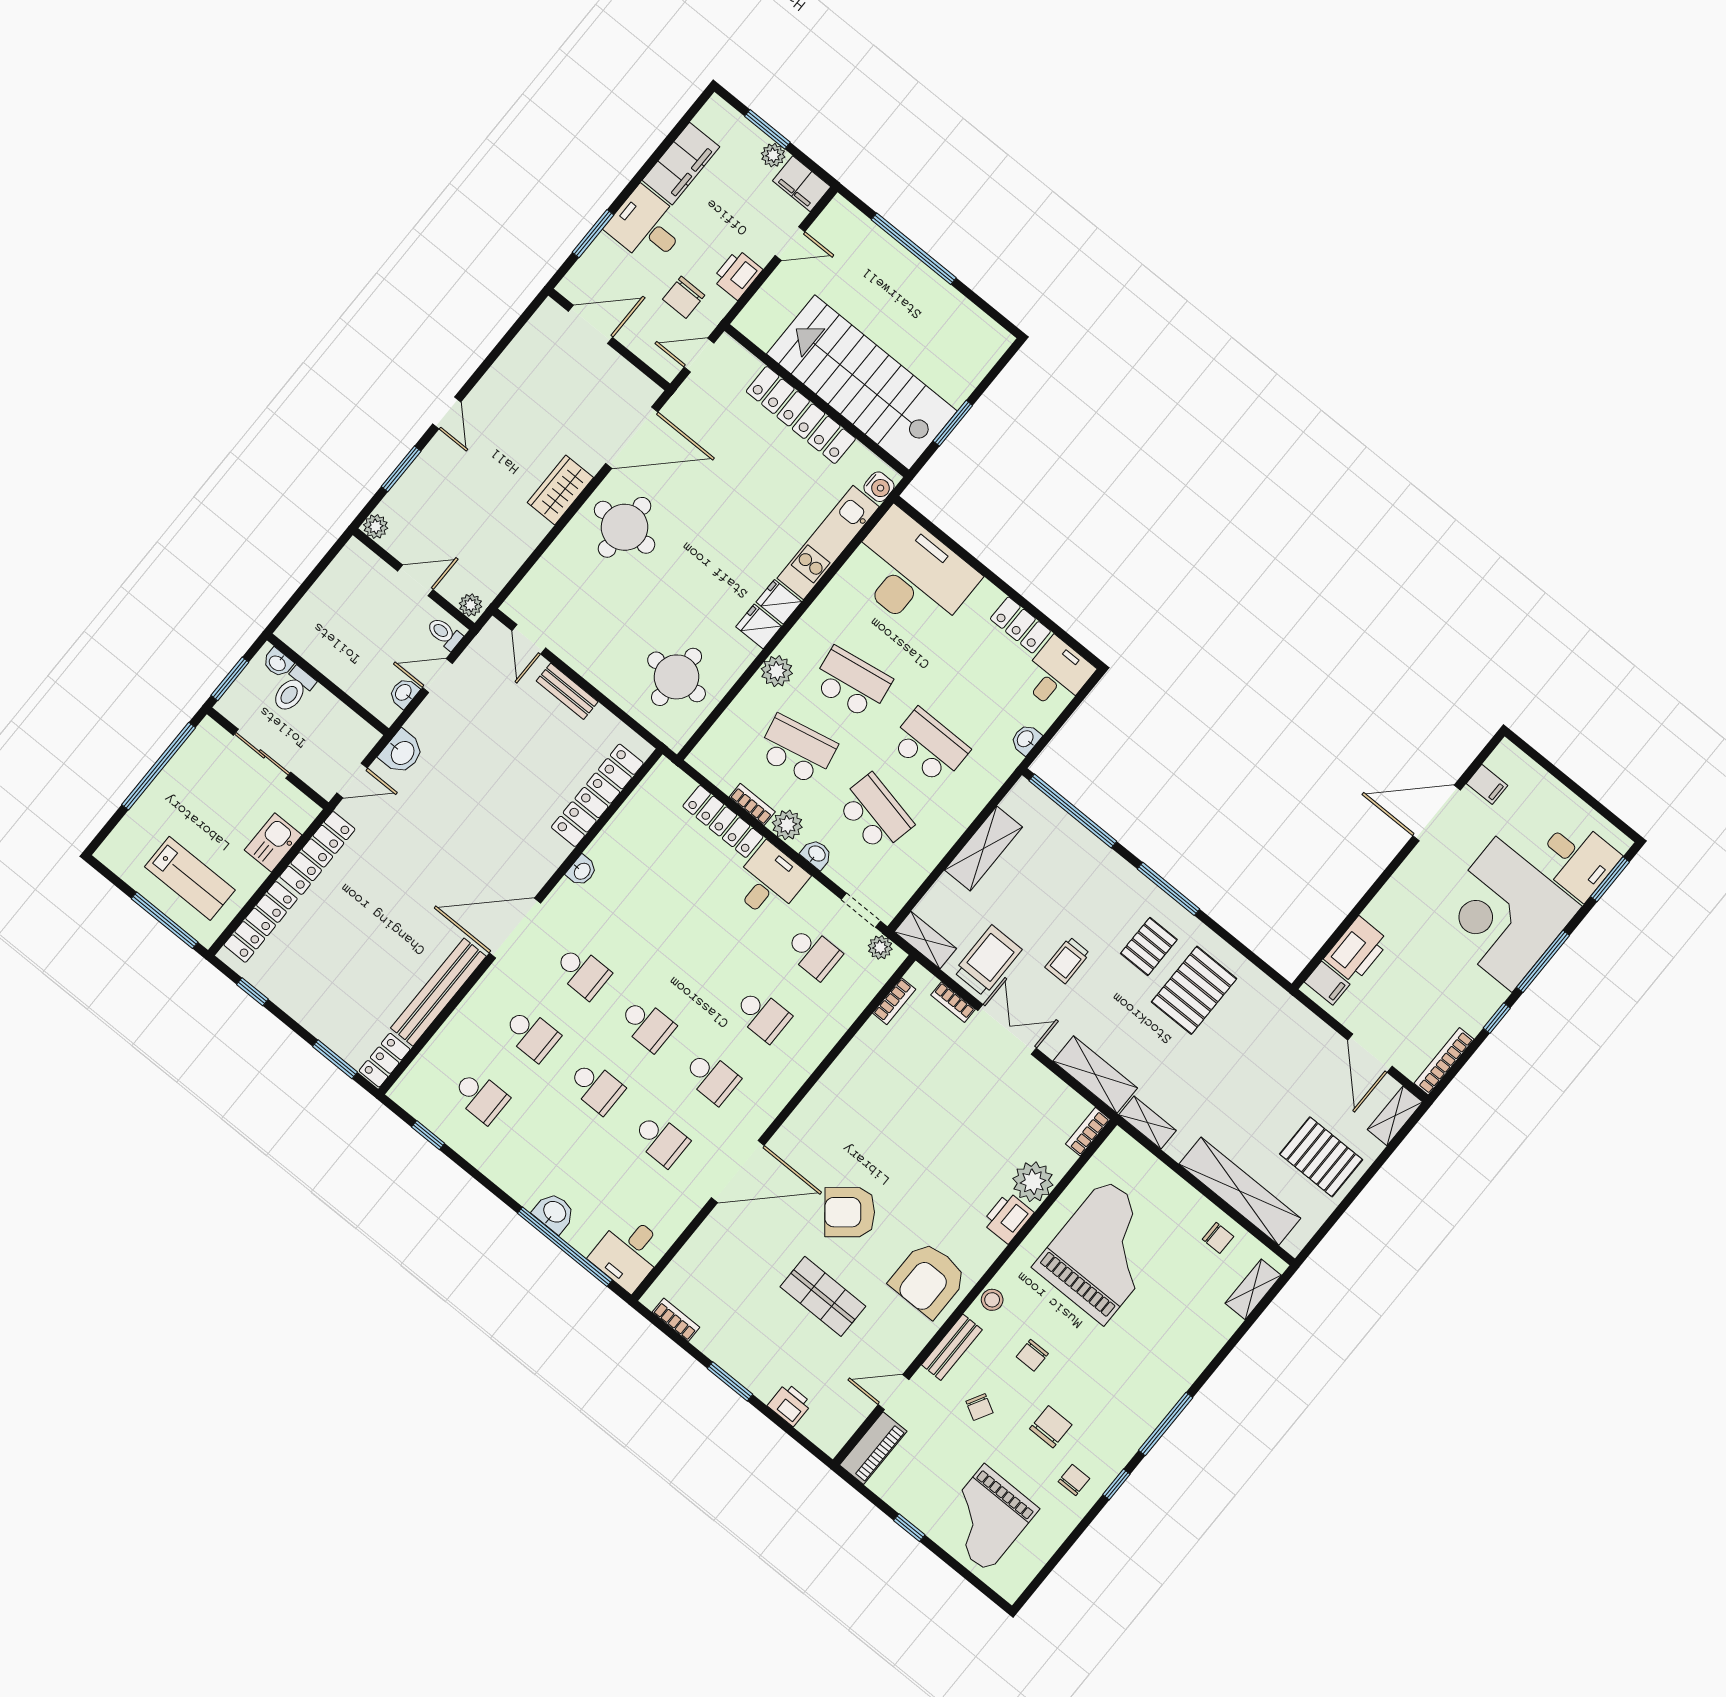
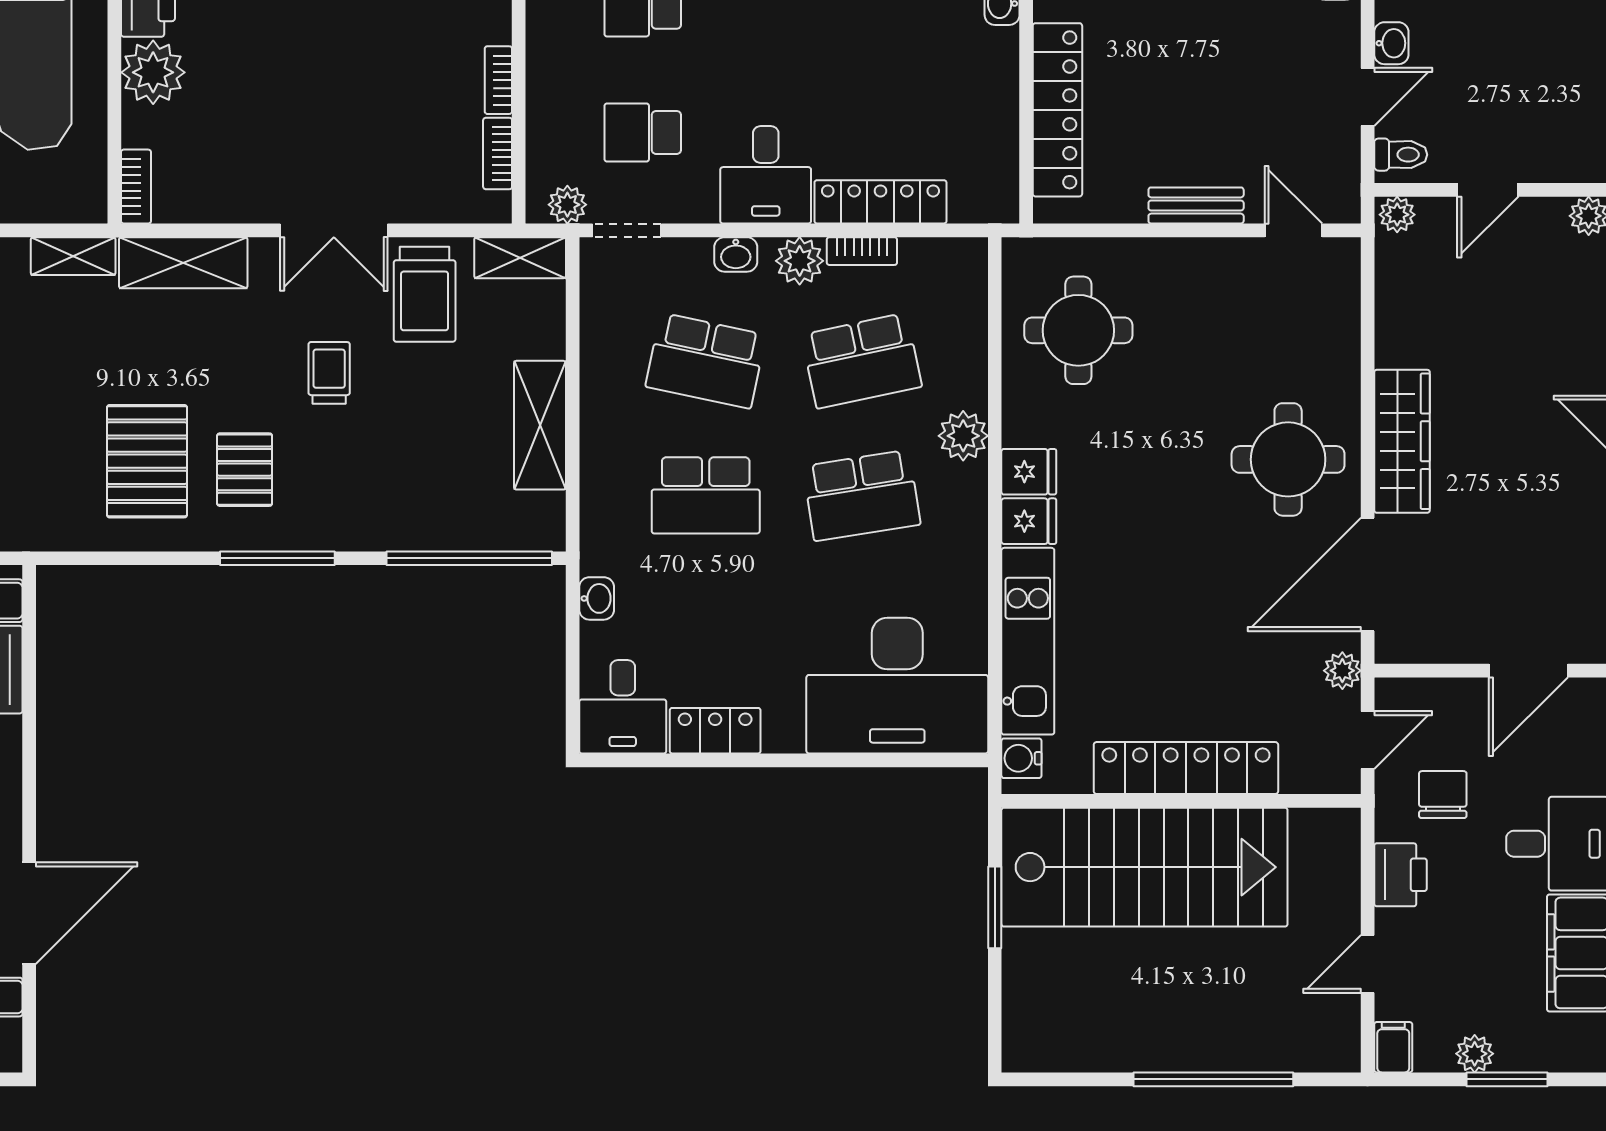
filing cabinet: (802, 184) -> (1393, 1047), width x0.50
plant: (683, 400) -> (1342, 671), added
wardrobe: (560, 490) -> (1402, 441), width x1.50
bookcase: (953, 1002) -> (498, 80), moved, turned -90

